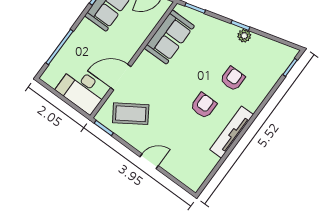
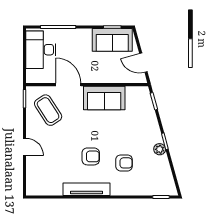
sofa: (169, 37) -> (104, 98), moved
desk: (83, 89) -> (41, 50), moved

